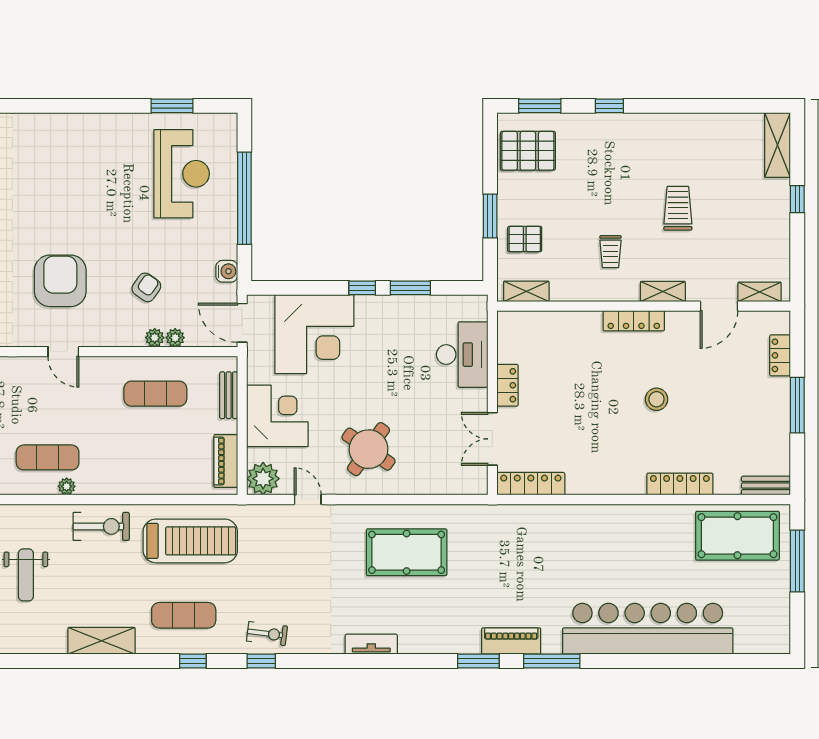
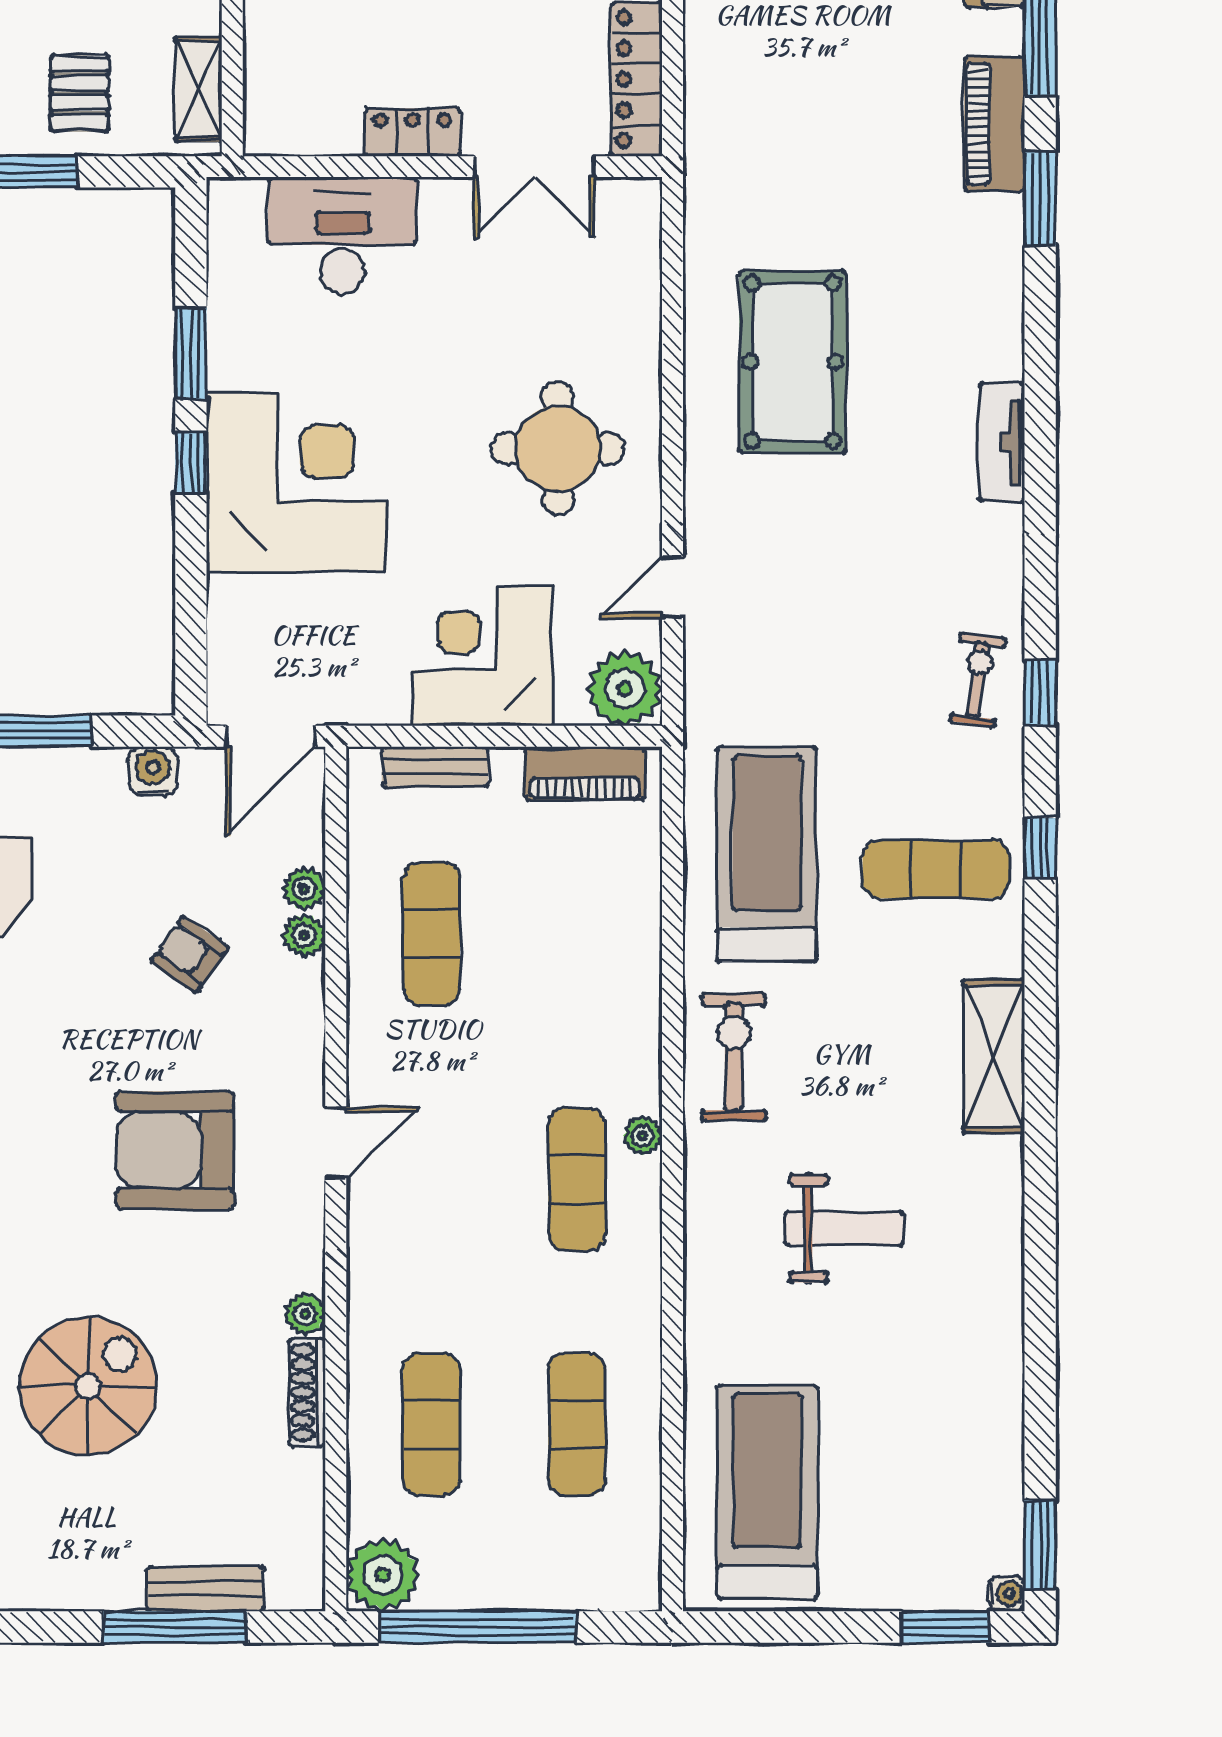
corner desk: (314, 334) -> (296, 482), moved
round table: (369, 449) -> (558, 449), turned -35
exercise mat: (184, 615) -> (936, 869), turned 90

